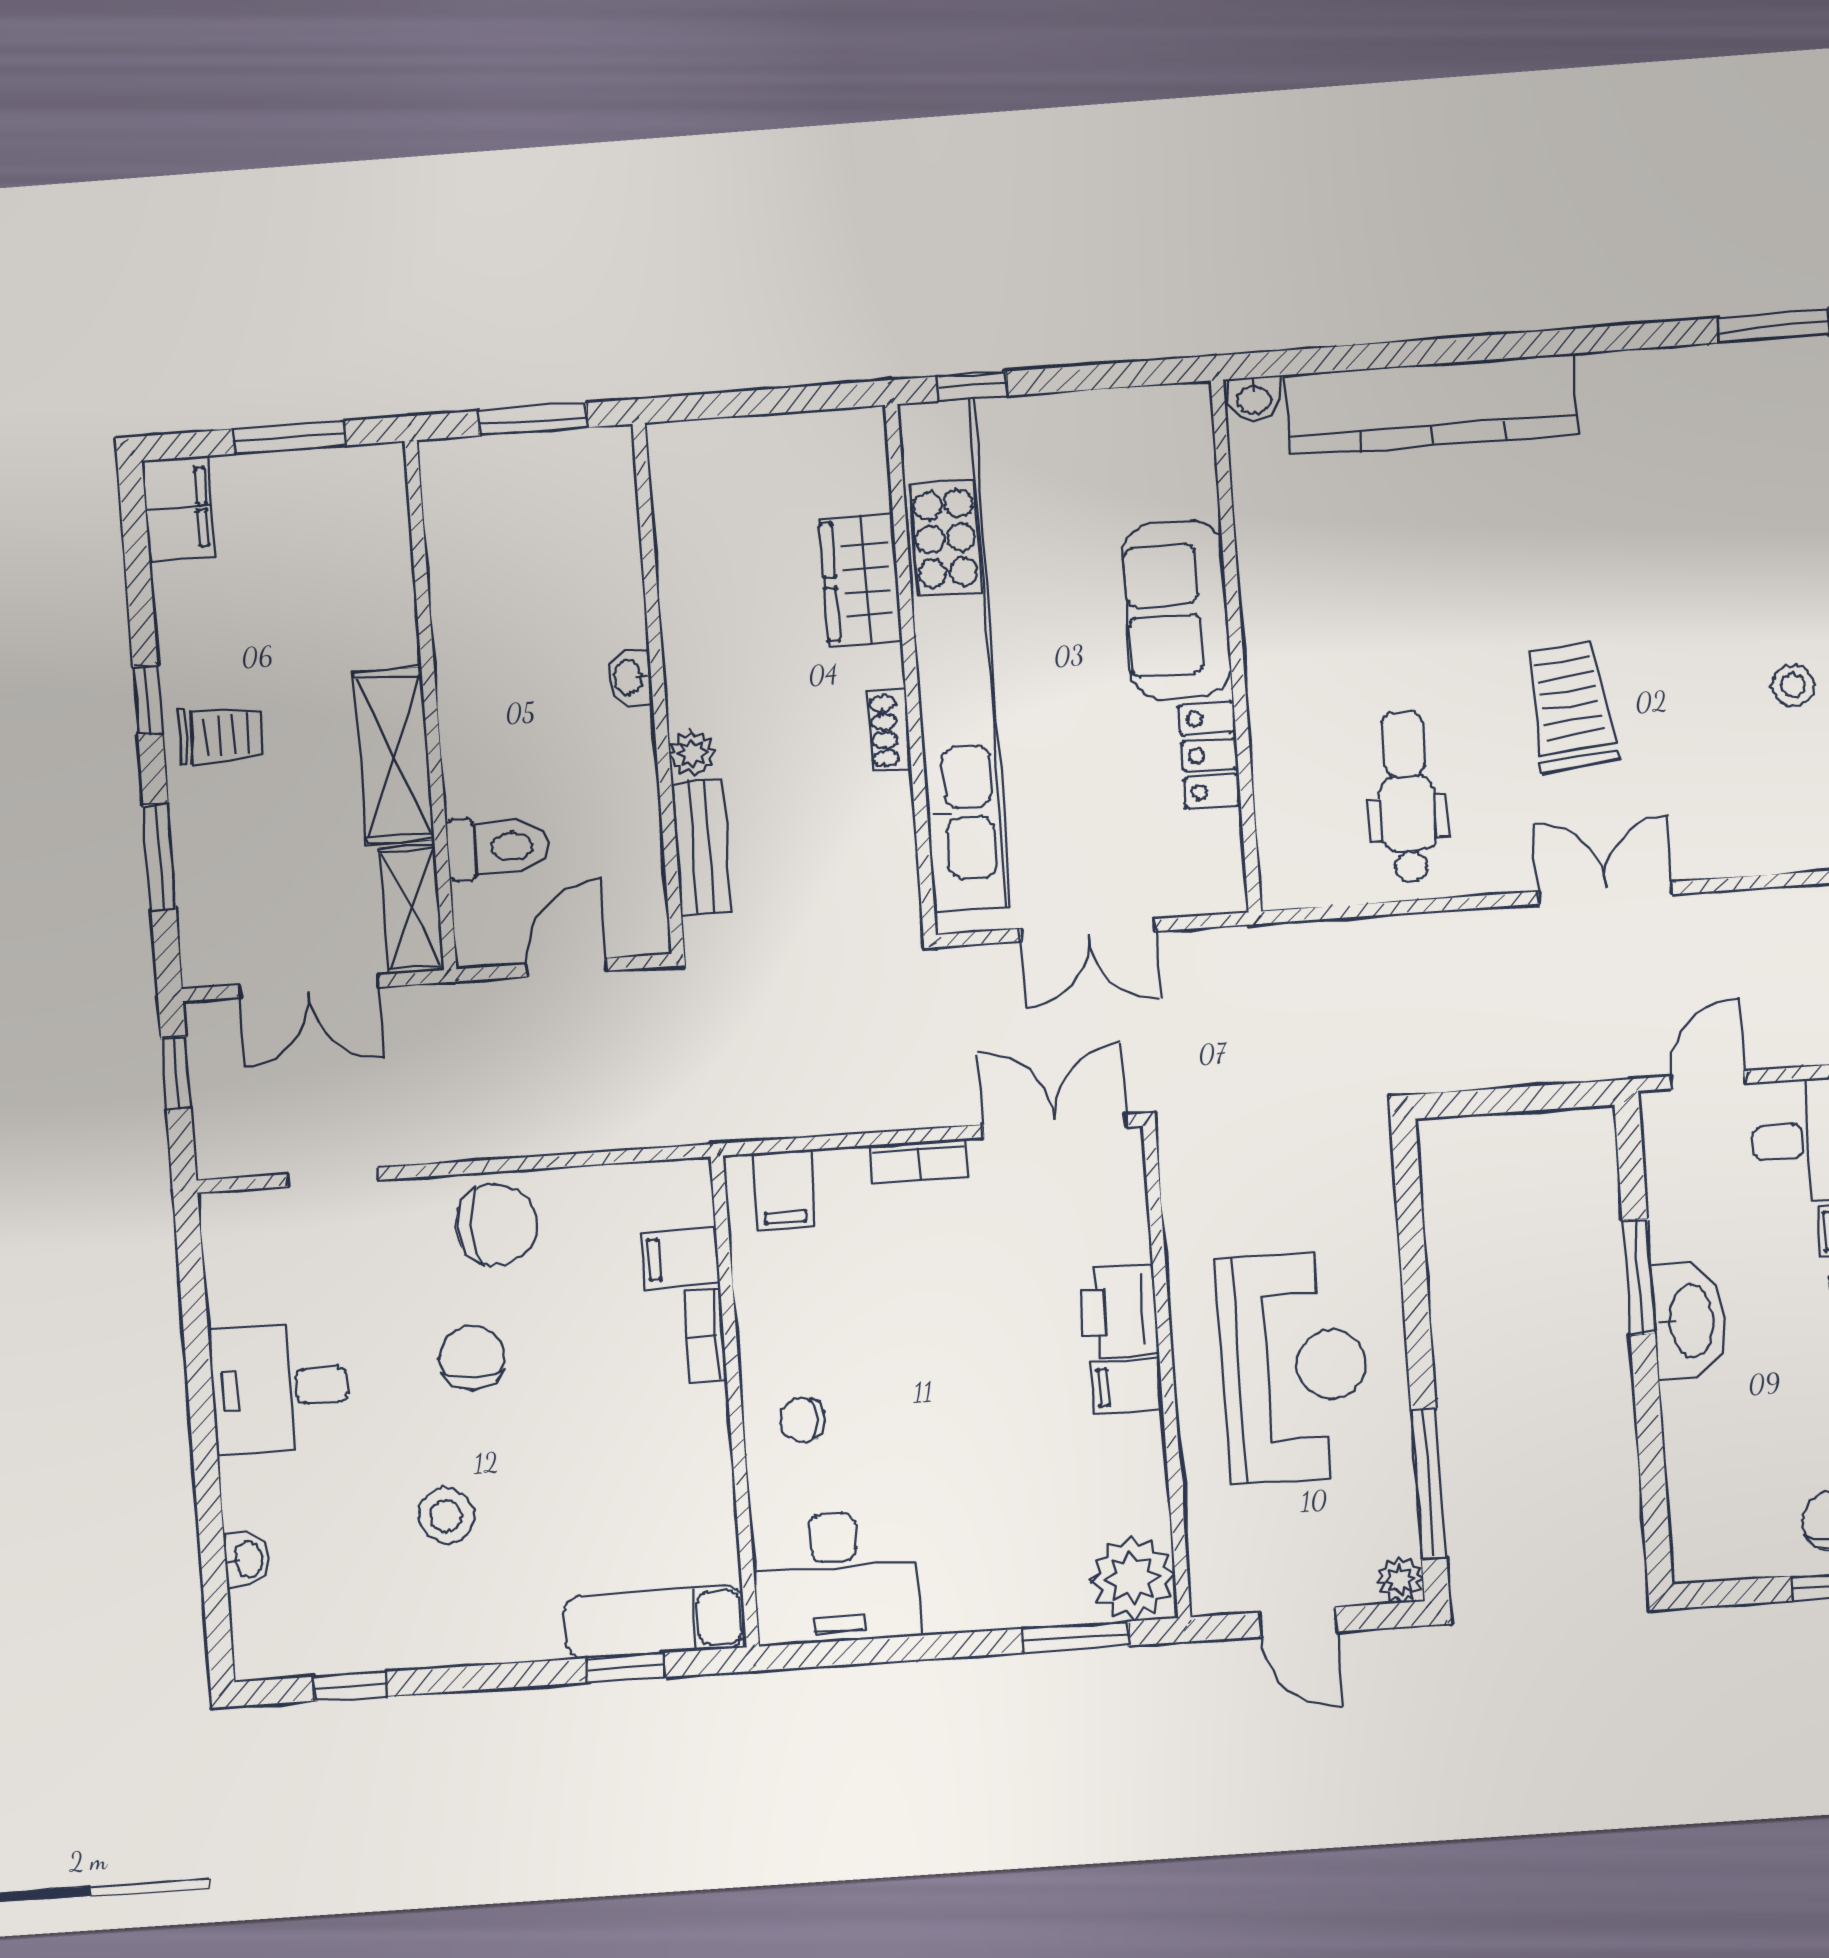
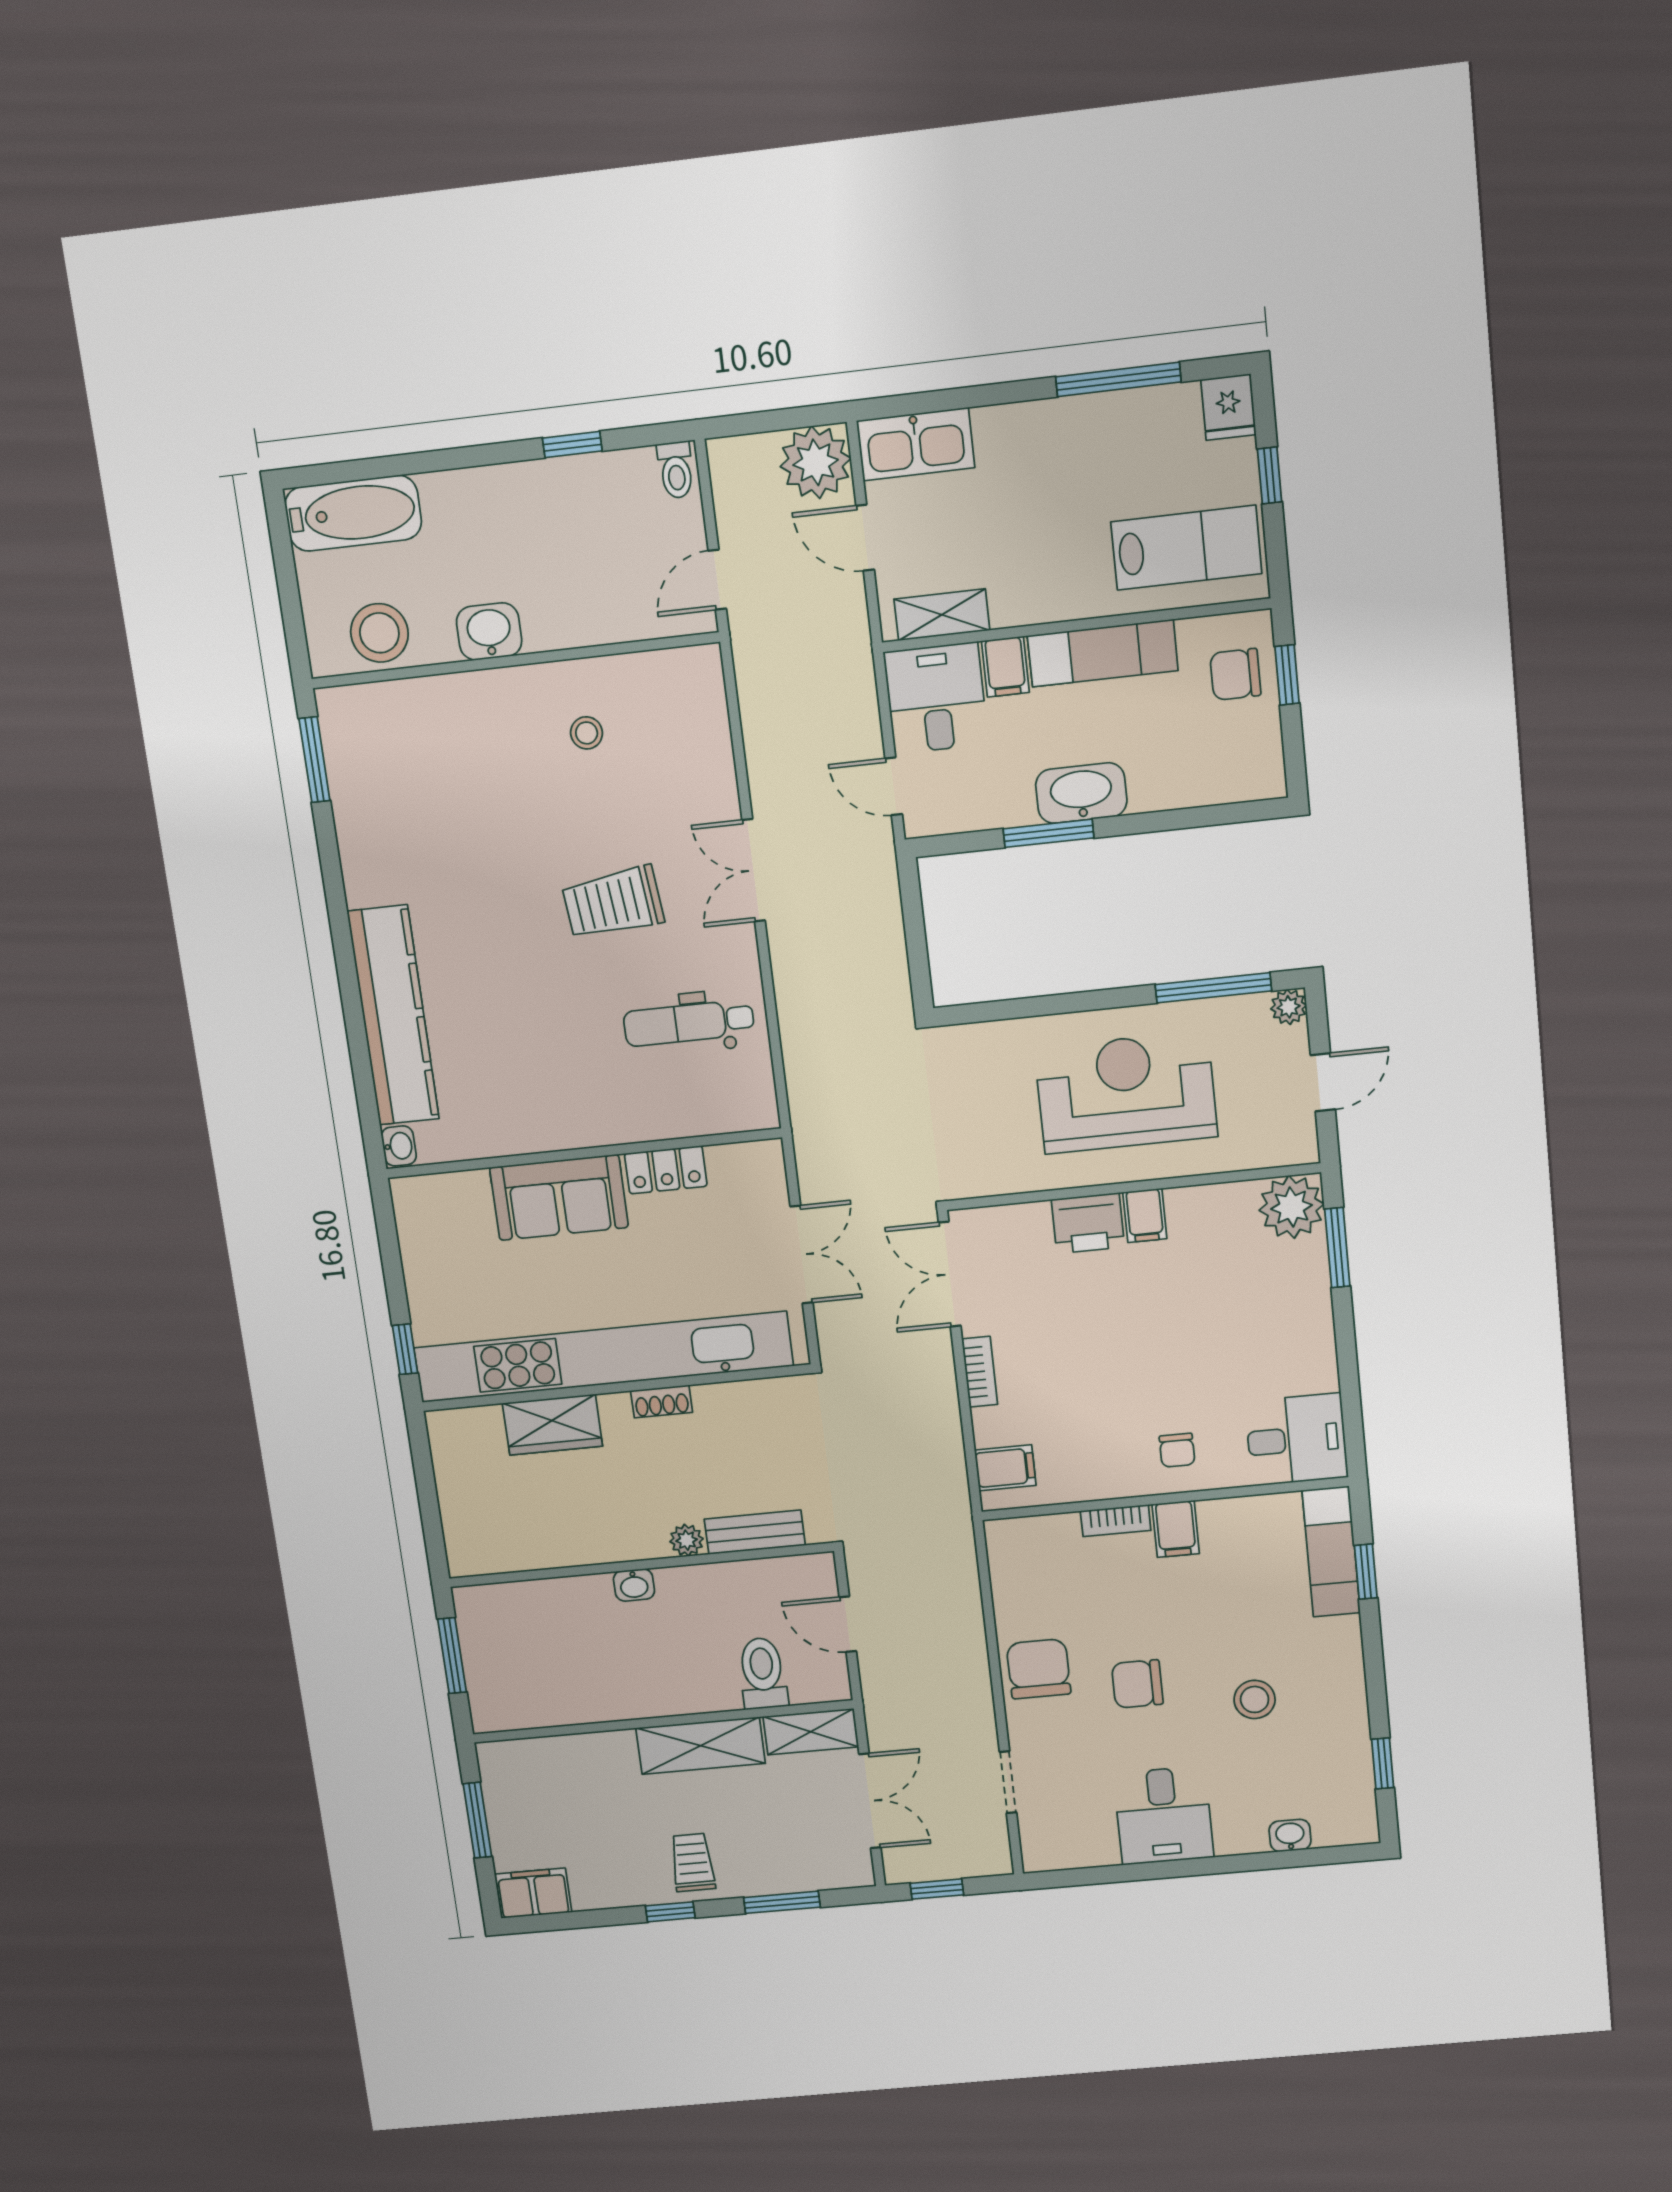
filing cabinet: (680, 1258) -> (1176, 1529), moved
desk: (835, 1577) -> (1296, 1439), width x0.73

